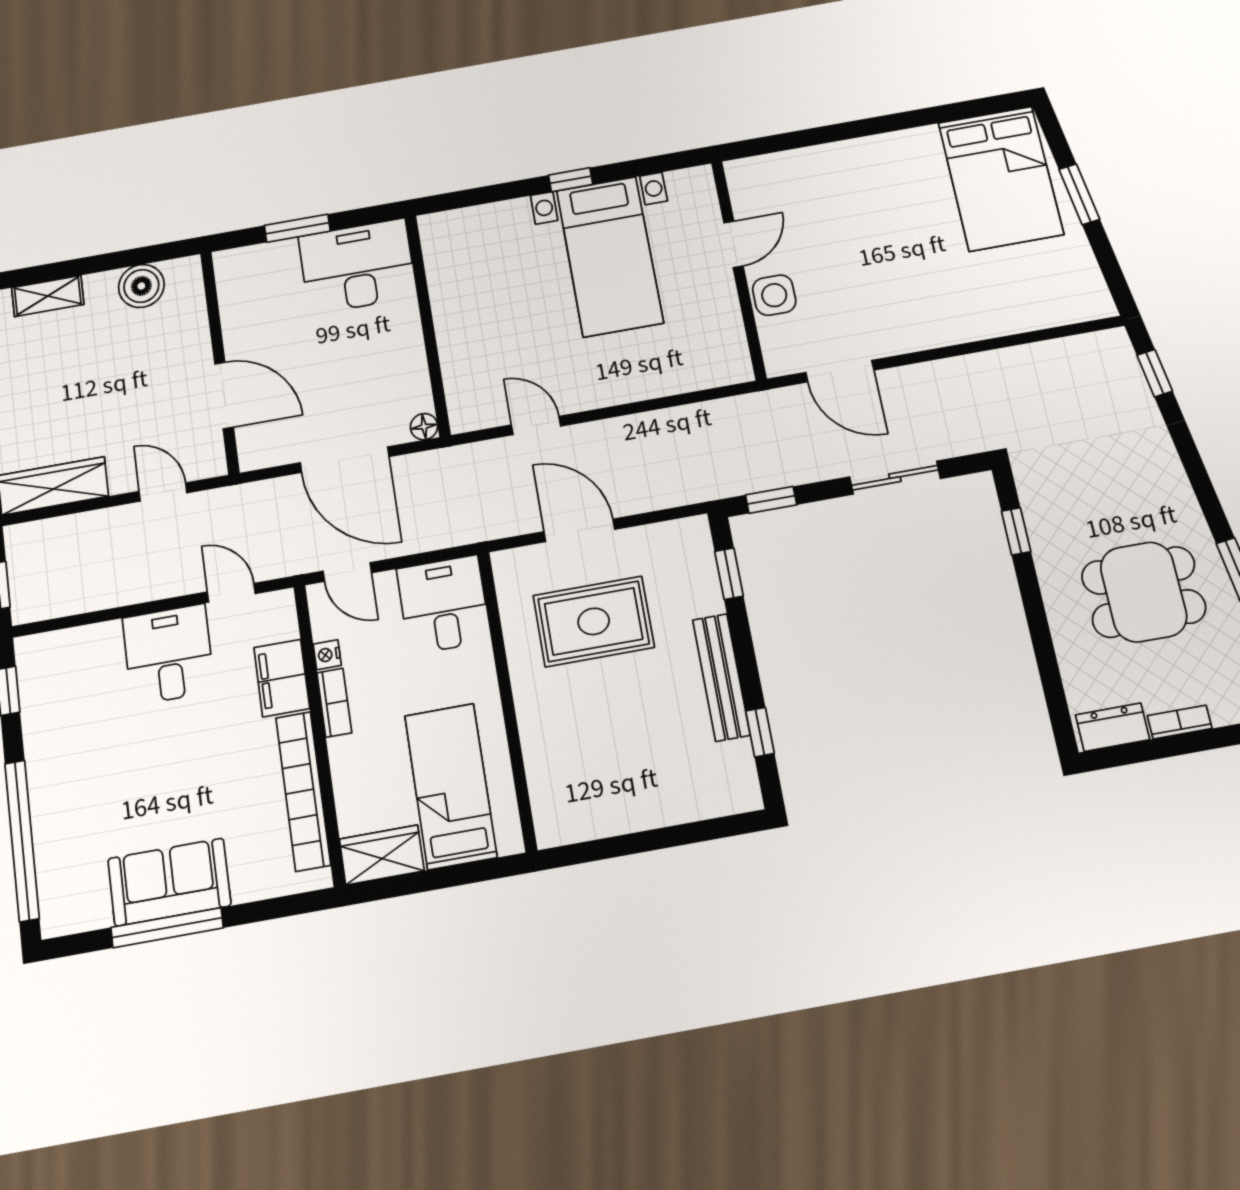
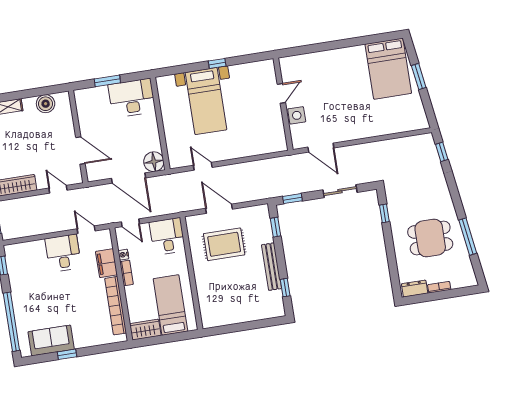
bed with nightstands: (610, 256) -> (206, 101), moved
floor lamp: (424, 427) -> (154, 162), width x1.89, depth x1.89
sofa: (169, 882) -> (51, 340), moved
window: (167, 928) -> (67, 354), width x0.46

